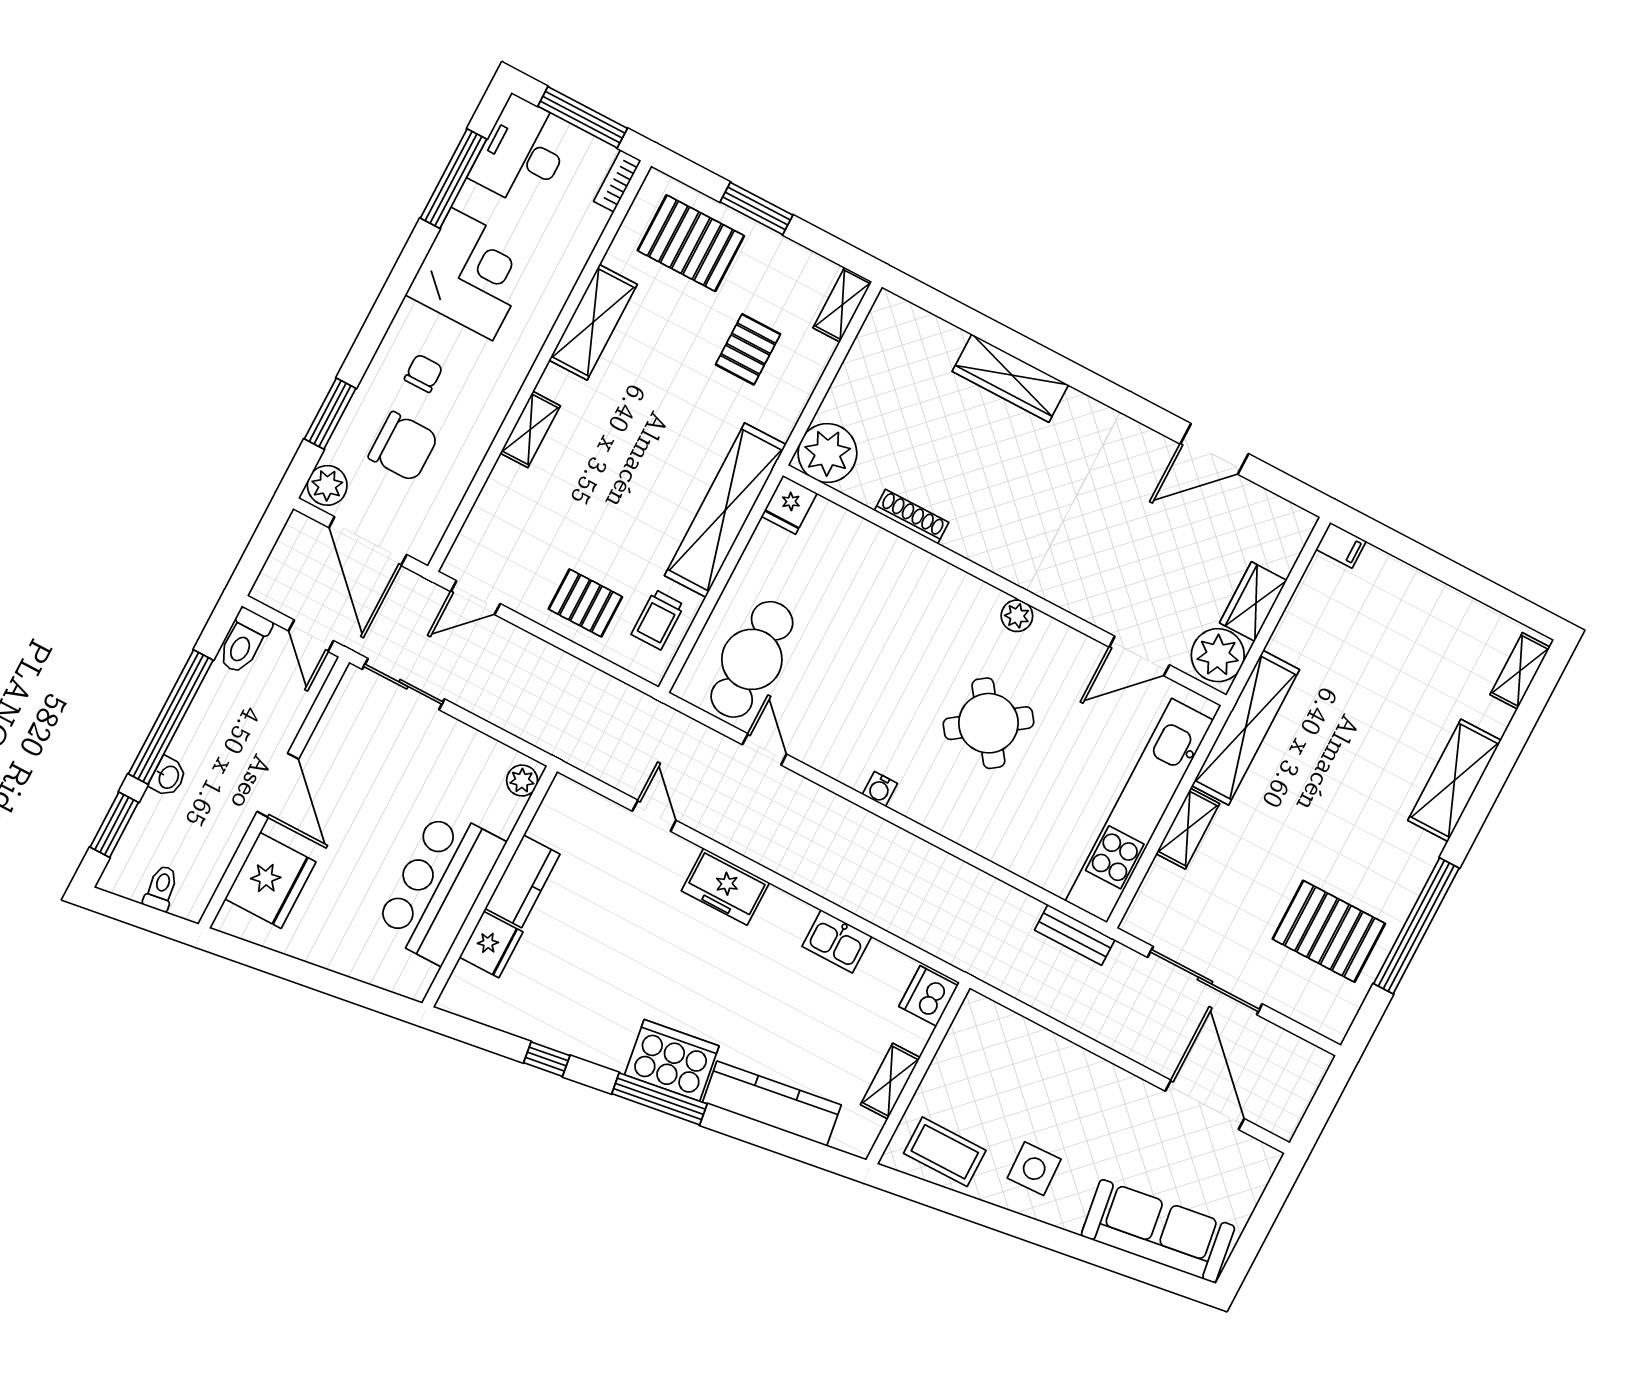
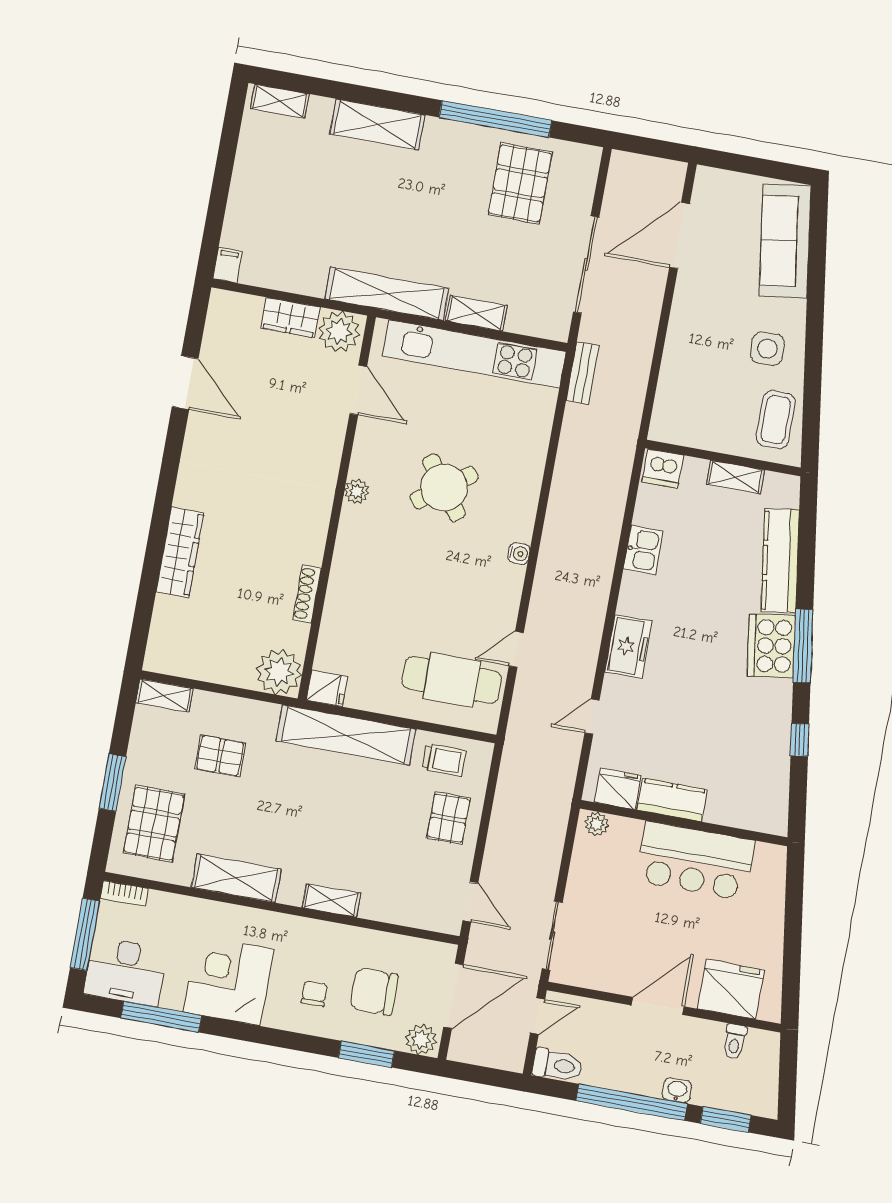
chair: (424, 373) -> (314, 994), turned 90
chair: (403, 447) -> (374, 991), turned -90
toilet: (161, 888) -> (735, 1042), moved, turned -82
fridge: (491, 945) -> (618, 789), moved

